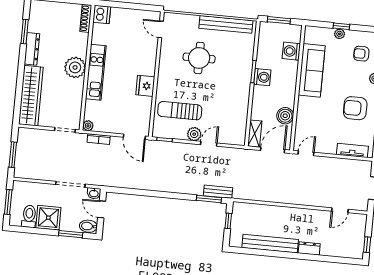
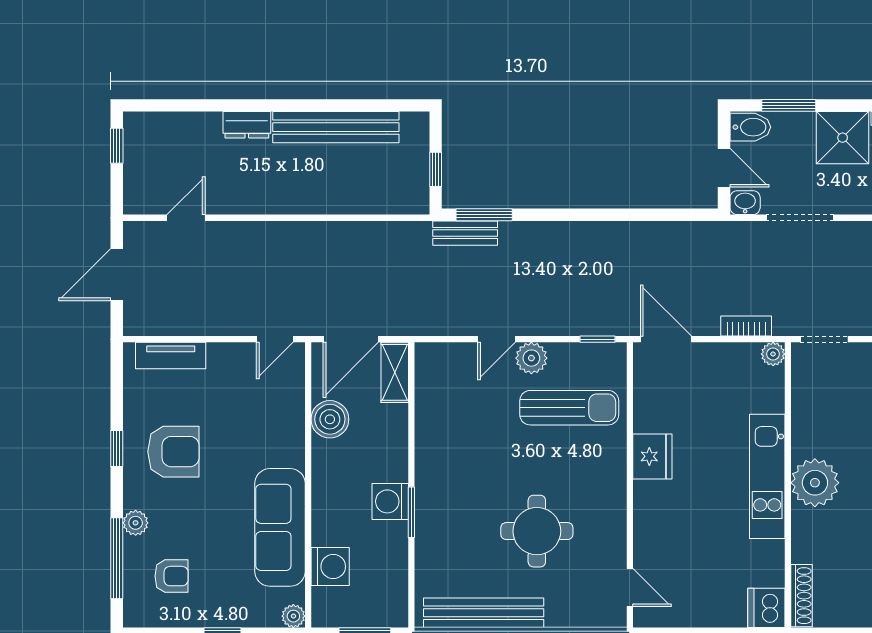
plant: (340, 34) -> (293, 616), moved

